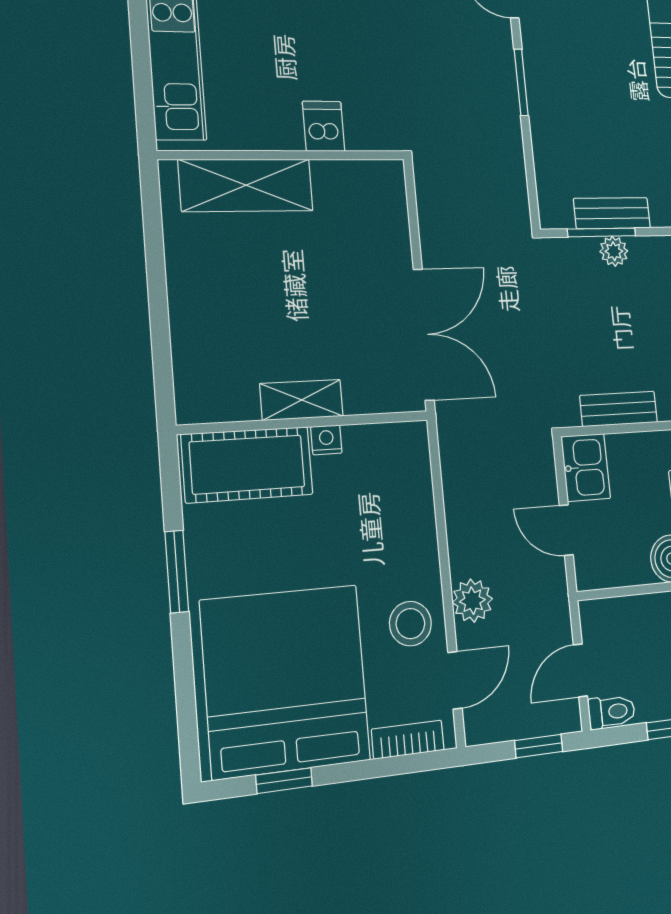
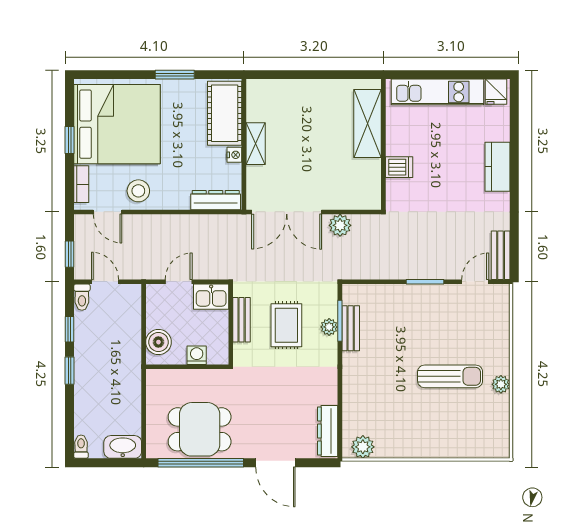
rug: (619, 327) -> (286, 325), added
dresser: (414, 471) -> (216, 200), added
plant: (472, 601) -> (340, 225), moved
window: (284, 781) -> (69, 140), moved

